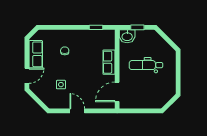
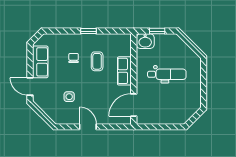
window: (96, 27) -> (88, 31), moved
coffee table: (85, 54) -> (97, 61), added
dental chair: (146, 65) -> (167, 74), turned 180
door: (27, 76) -> (30, 86), swing flipped

